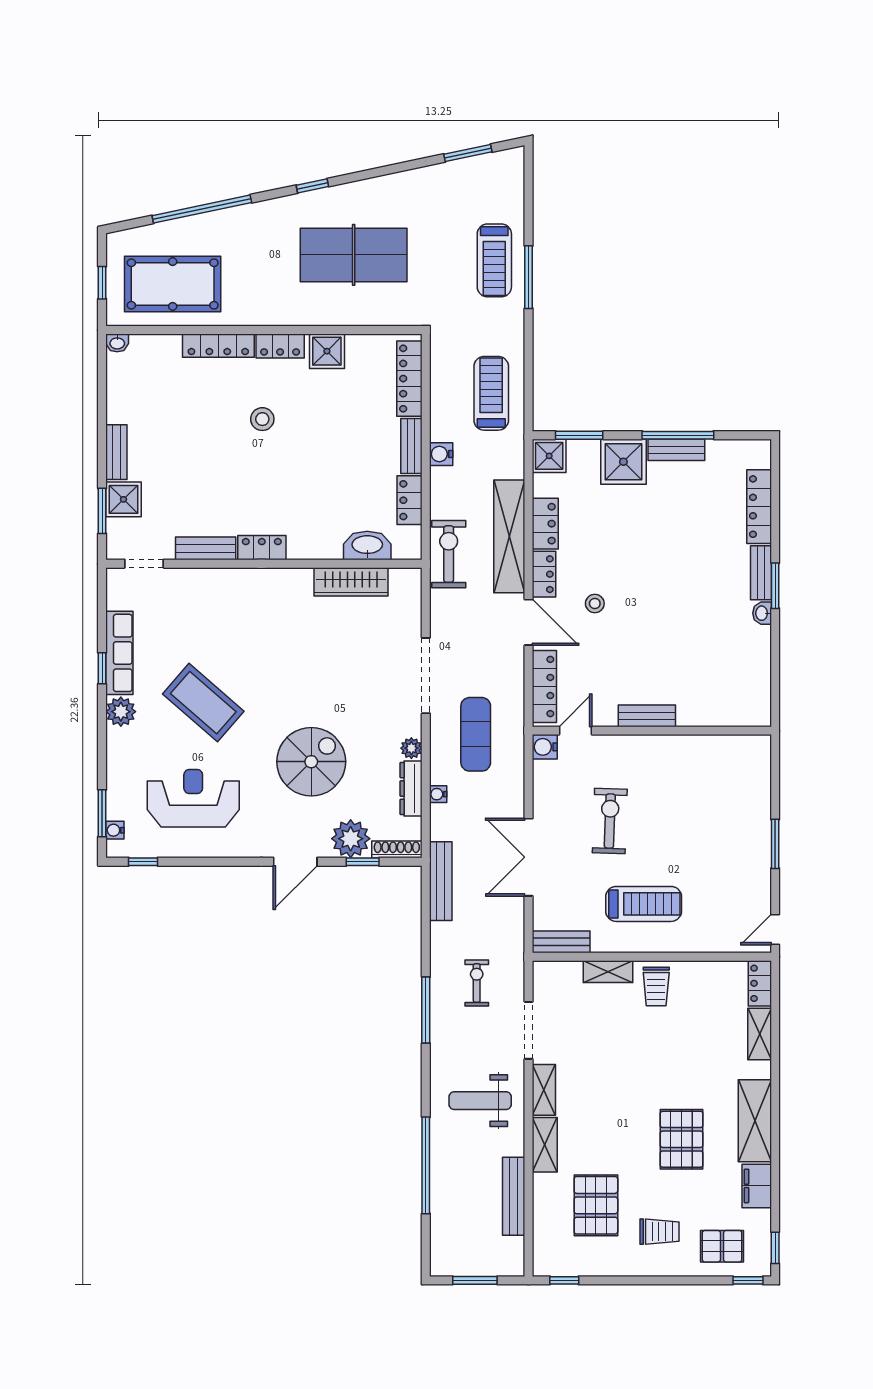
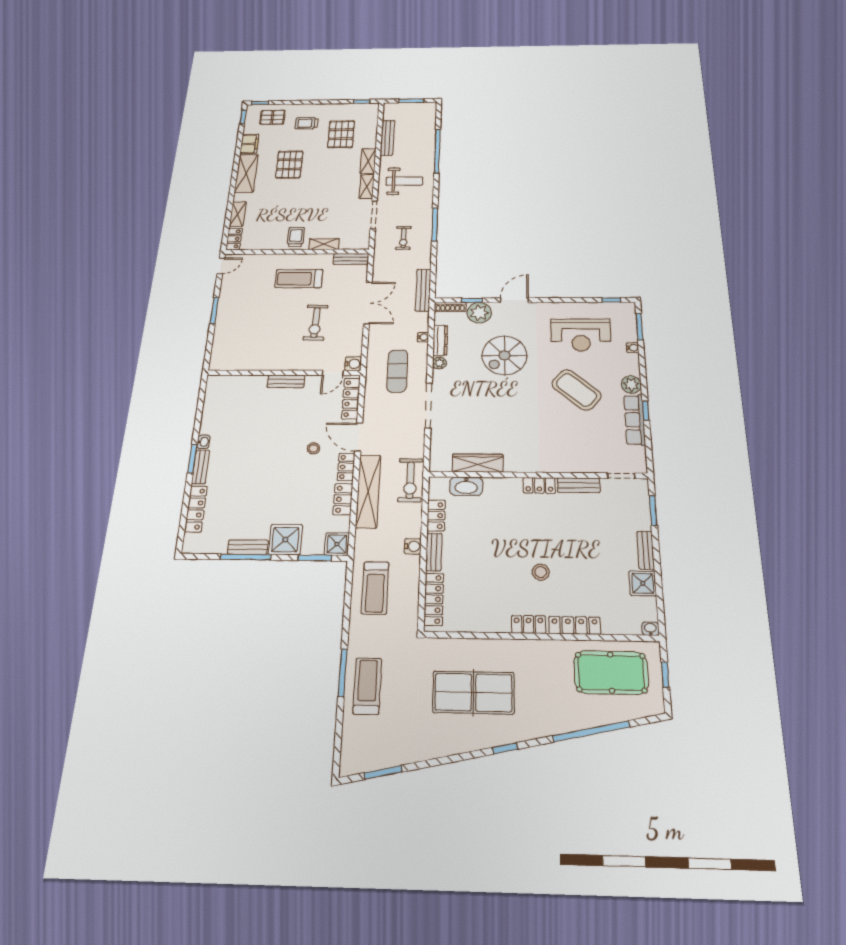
shower: (327, 351) -> (494, 620), removed
shower: (123, 499) -> (643, 583), moved
water cooler: (115, 830) -> (633, 348), moved

